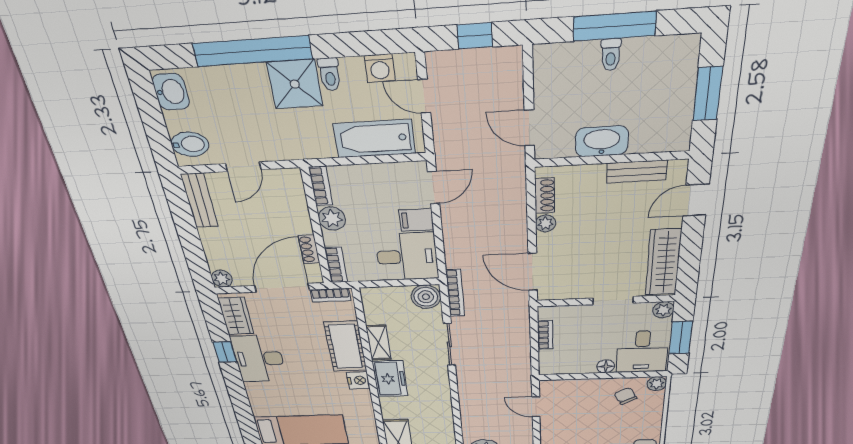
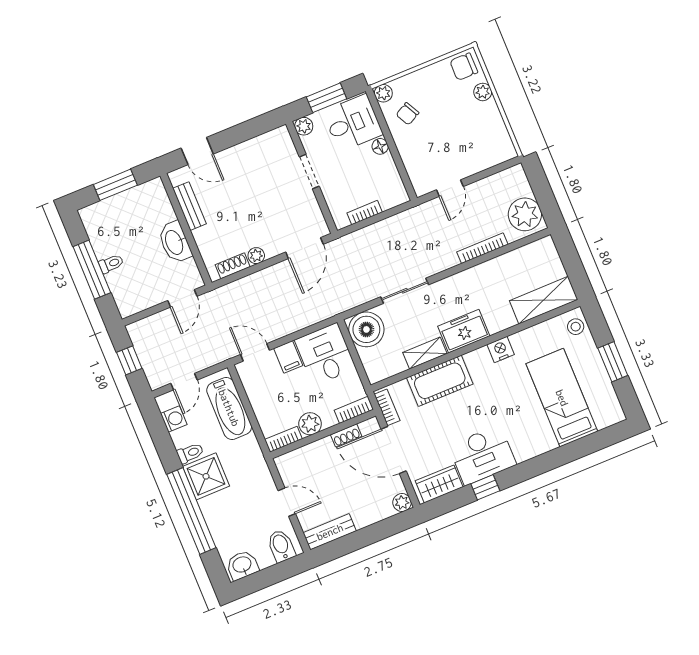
wardrobe: (663, 262) -> (259, 149), removed
bookcase: (455, 293) -> (482, 248), moved
boiler: (426, 297) -> (366, 329), width x1.37, depth x1.37
nightstand: (358, 380) -> (501, 349), moved

